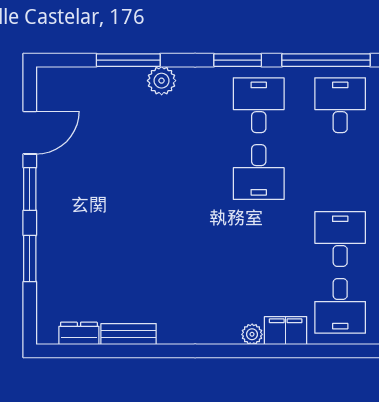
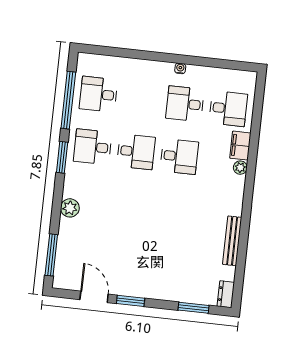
window: (128, 60) -> (51, 255), moved
desk: (259, 239) -> (179, 156), added
window: (30, 259) -> (194, 308), moved
dresser: (79, 333) -> (226, 294), moved
bench: (129, 334) -> (232, 241), width x1.36

